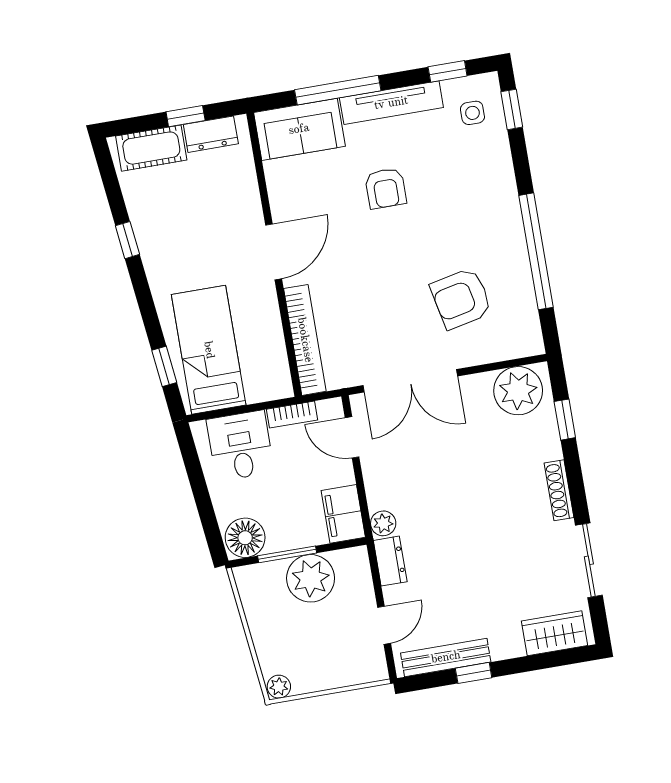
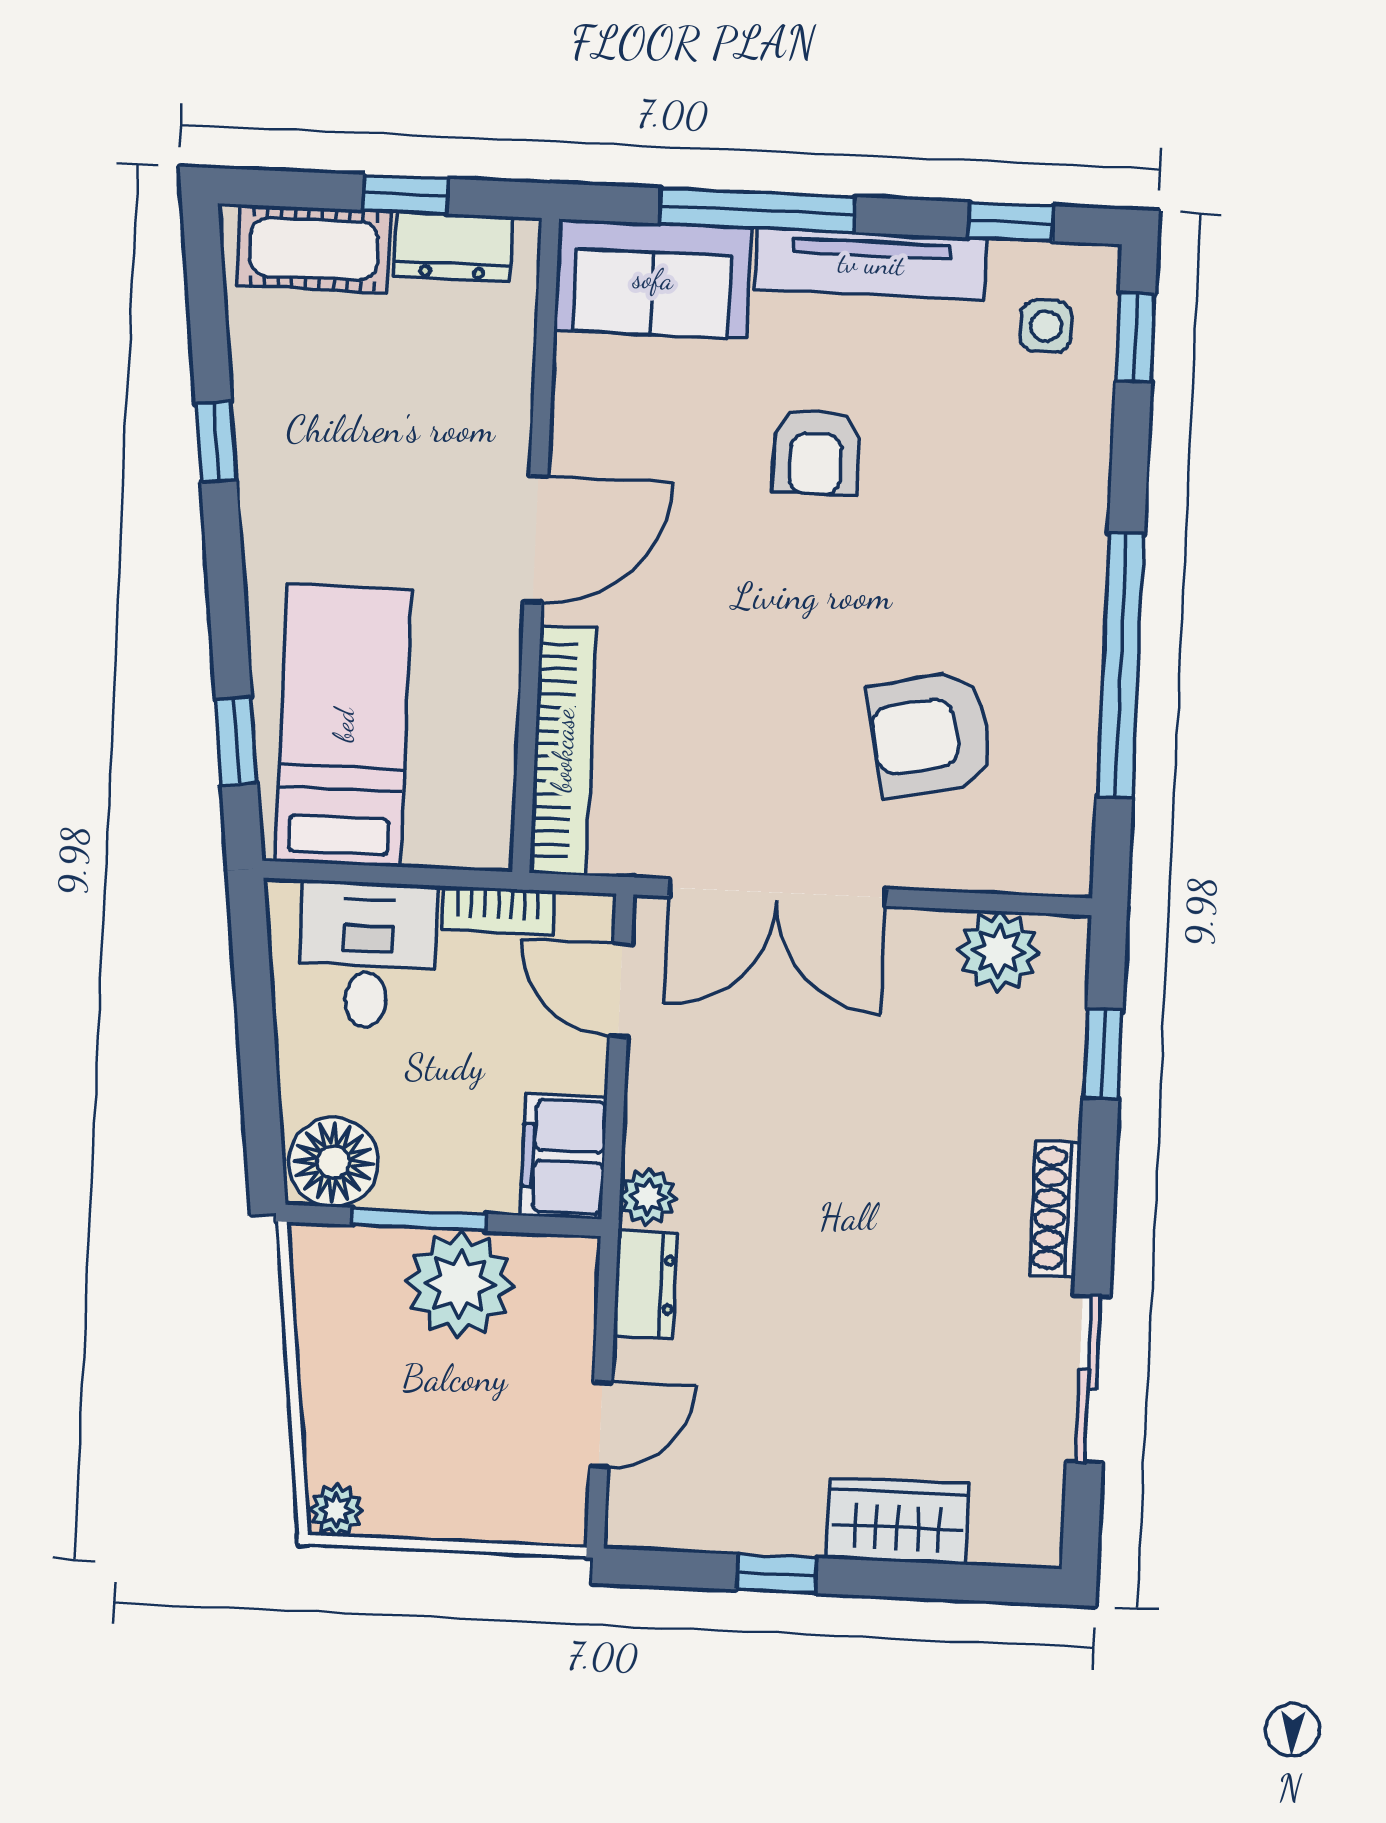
plant: (518, 391) -> (999, 952), width x0.73, depth x0.73
wardrobe: (555, 633) -> (898, 1521), moved
bench: (446, 657) -> (722, 1526), removed

